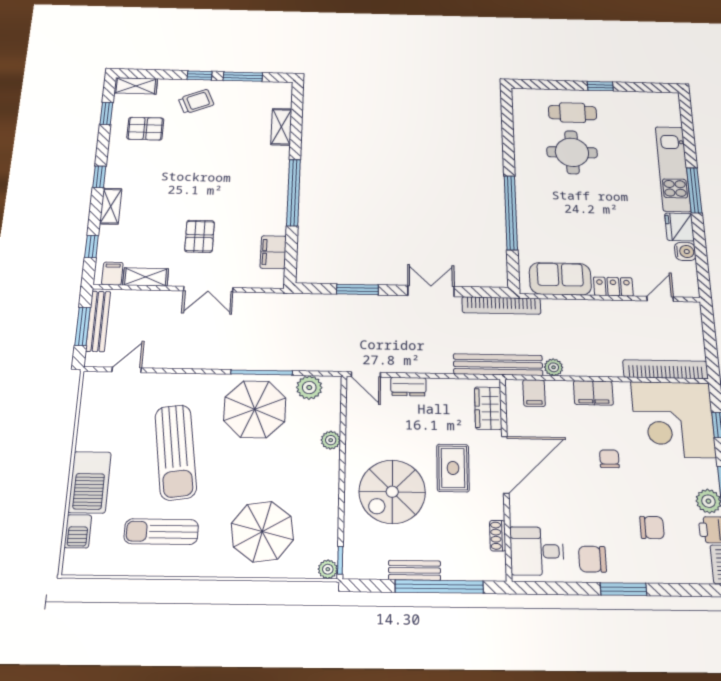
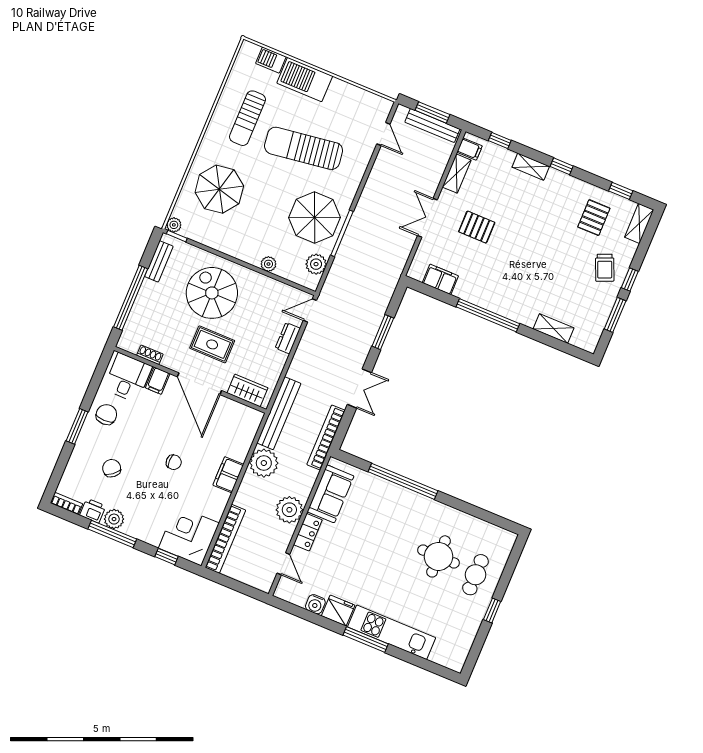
plant: (599, 314) -> (289, 510), added
plant: (554, 367) -> (264, 463), width x1.88, depth x1.88
filing cabinet: (534, 393) -> (158, 381), moved, turned -90
corner desk: (673, 420) -> (189, 536), width x0.74, depth x0.74
chair: (652, 528) -> (112, 468), turned 141
sun lounger: (161, 532) -> (247, 118), turned 180
bench: (414, 570) -> (159, 261), moved

